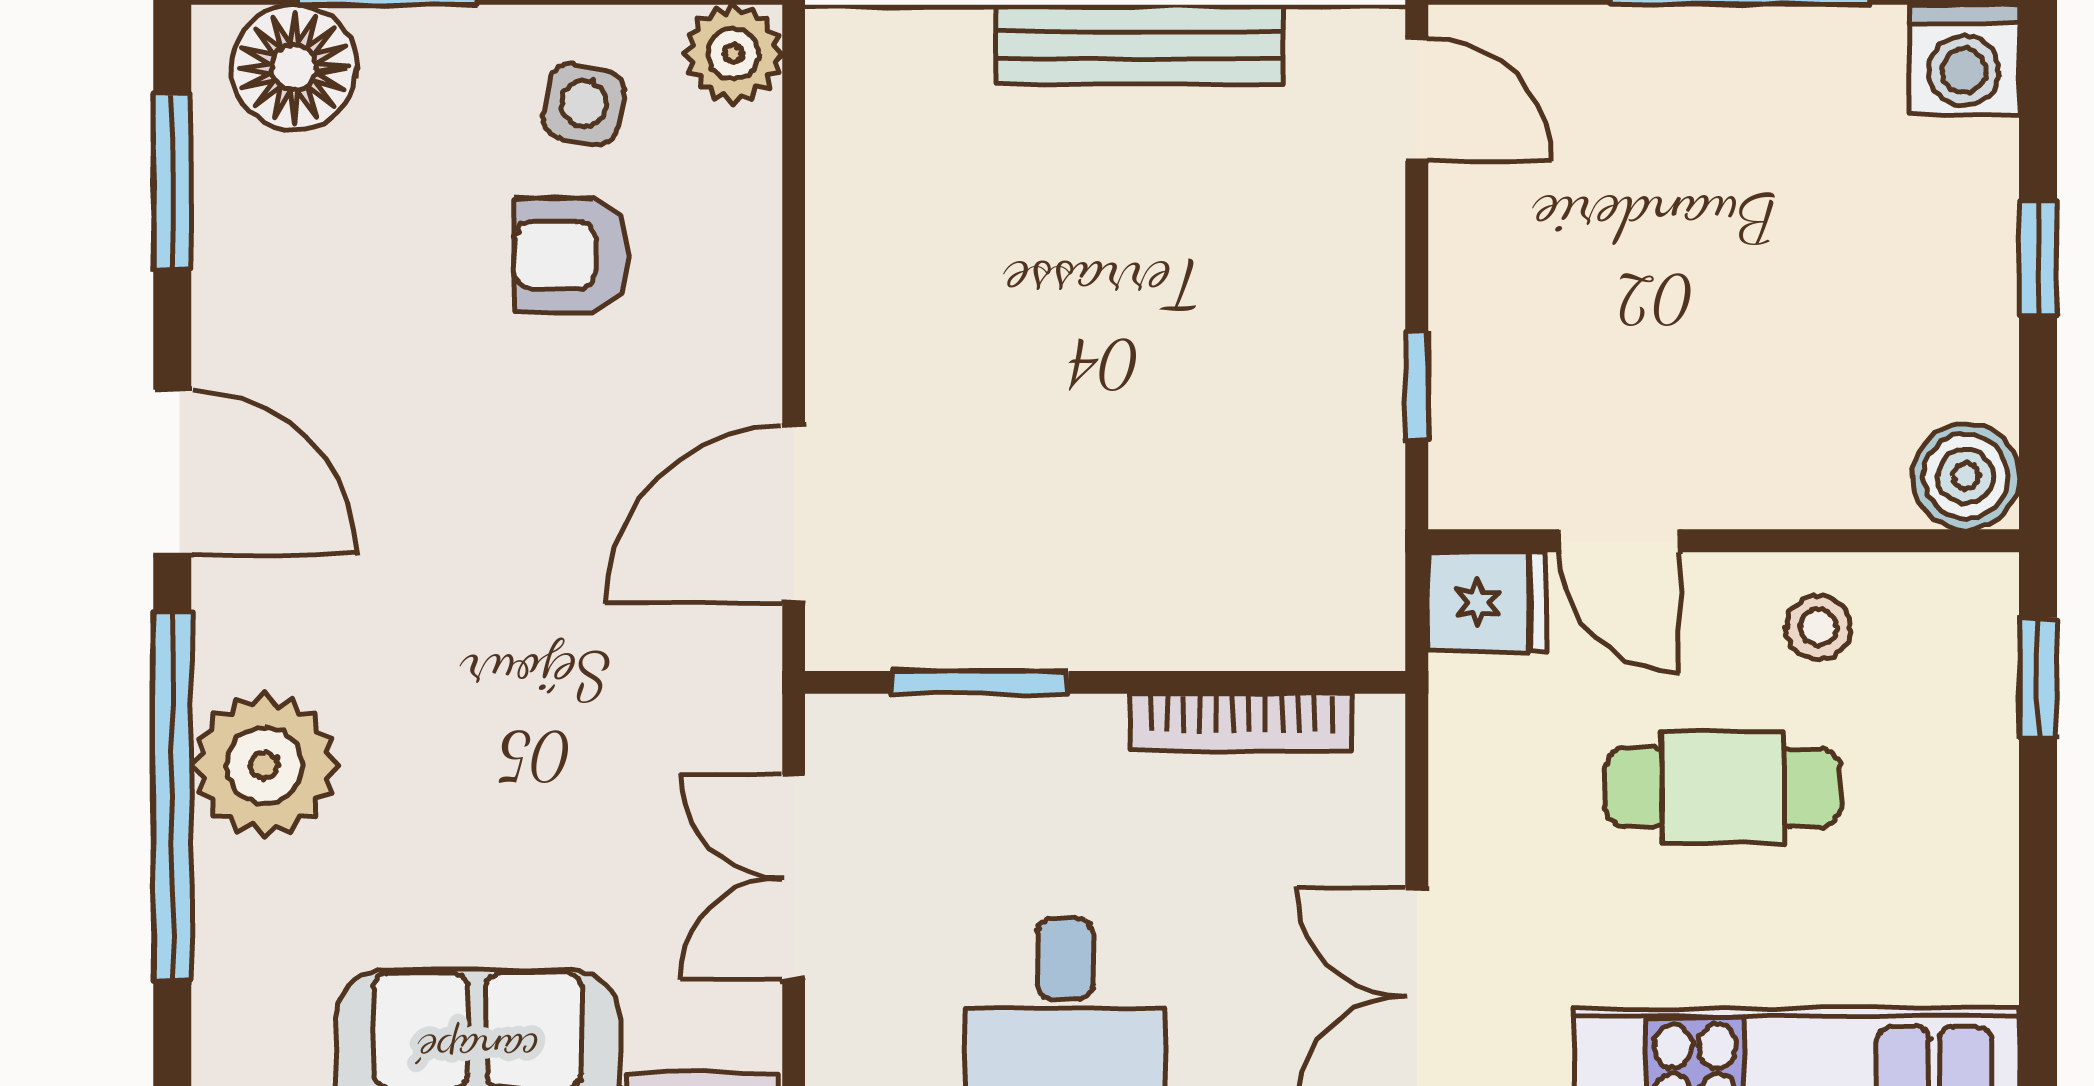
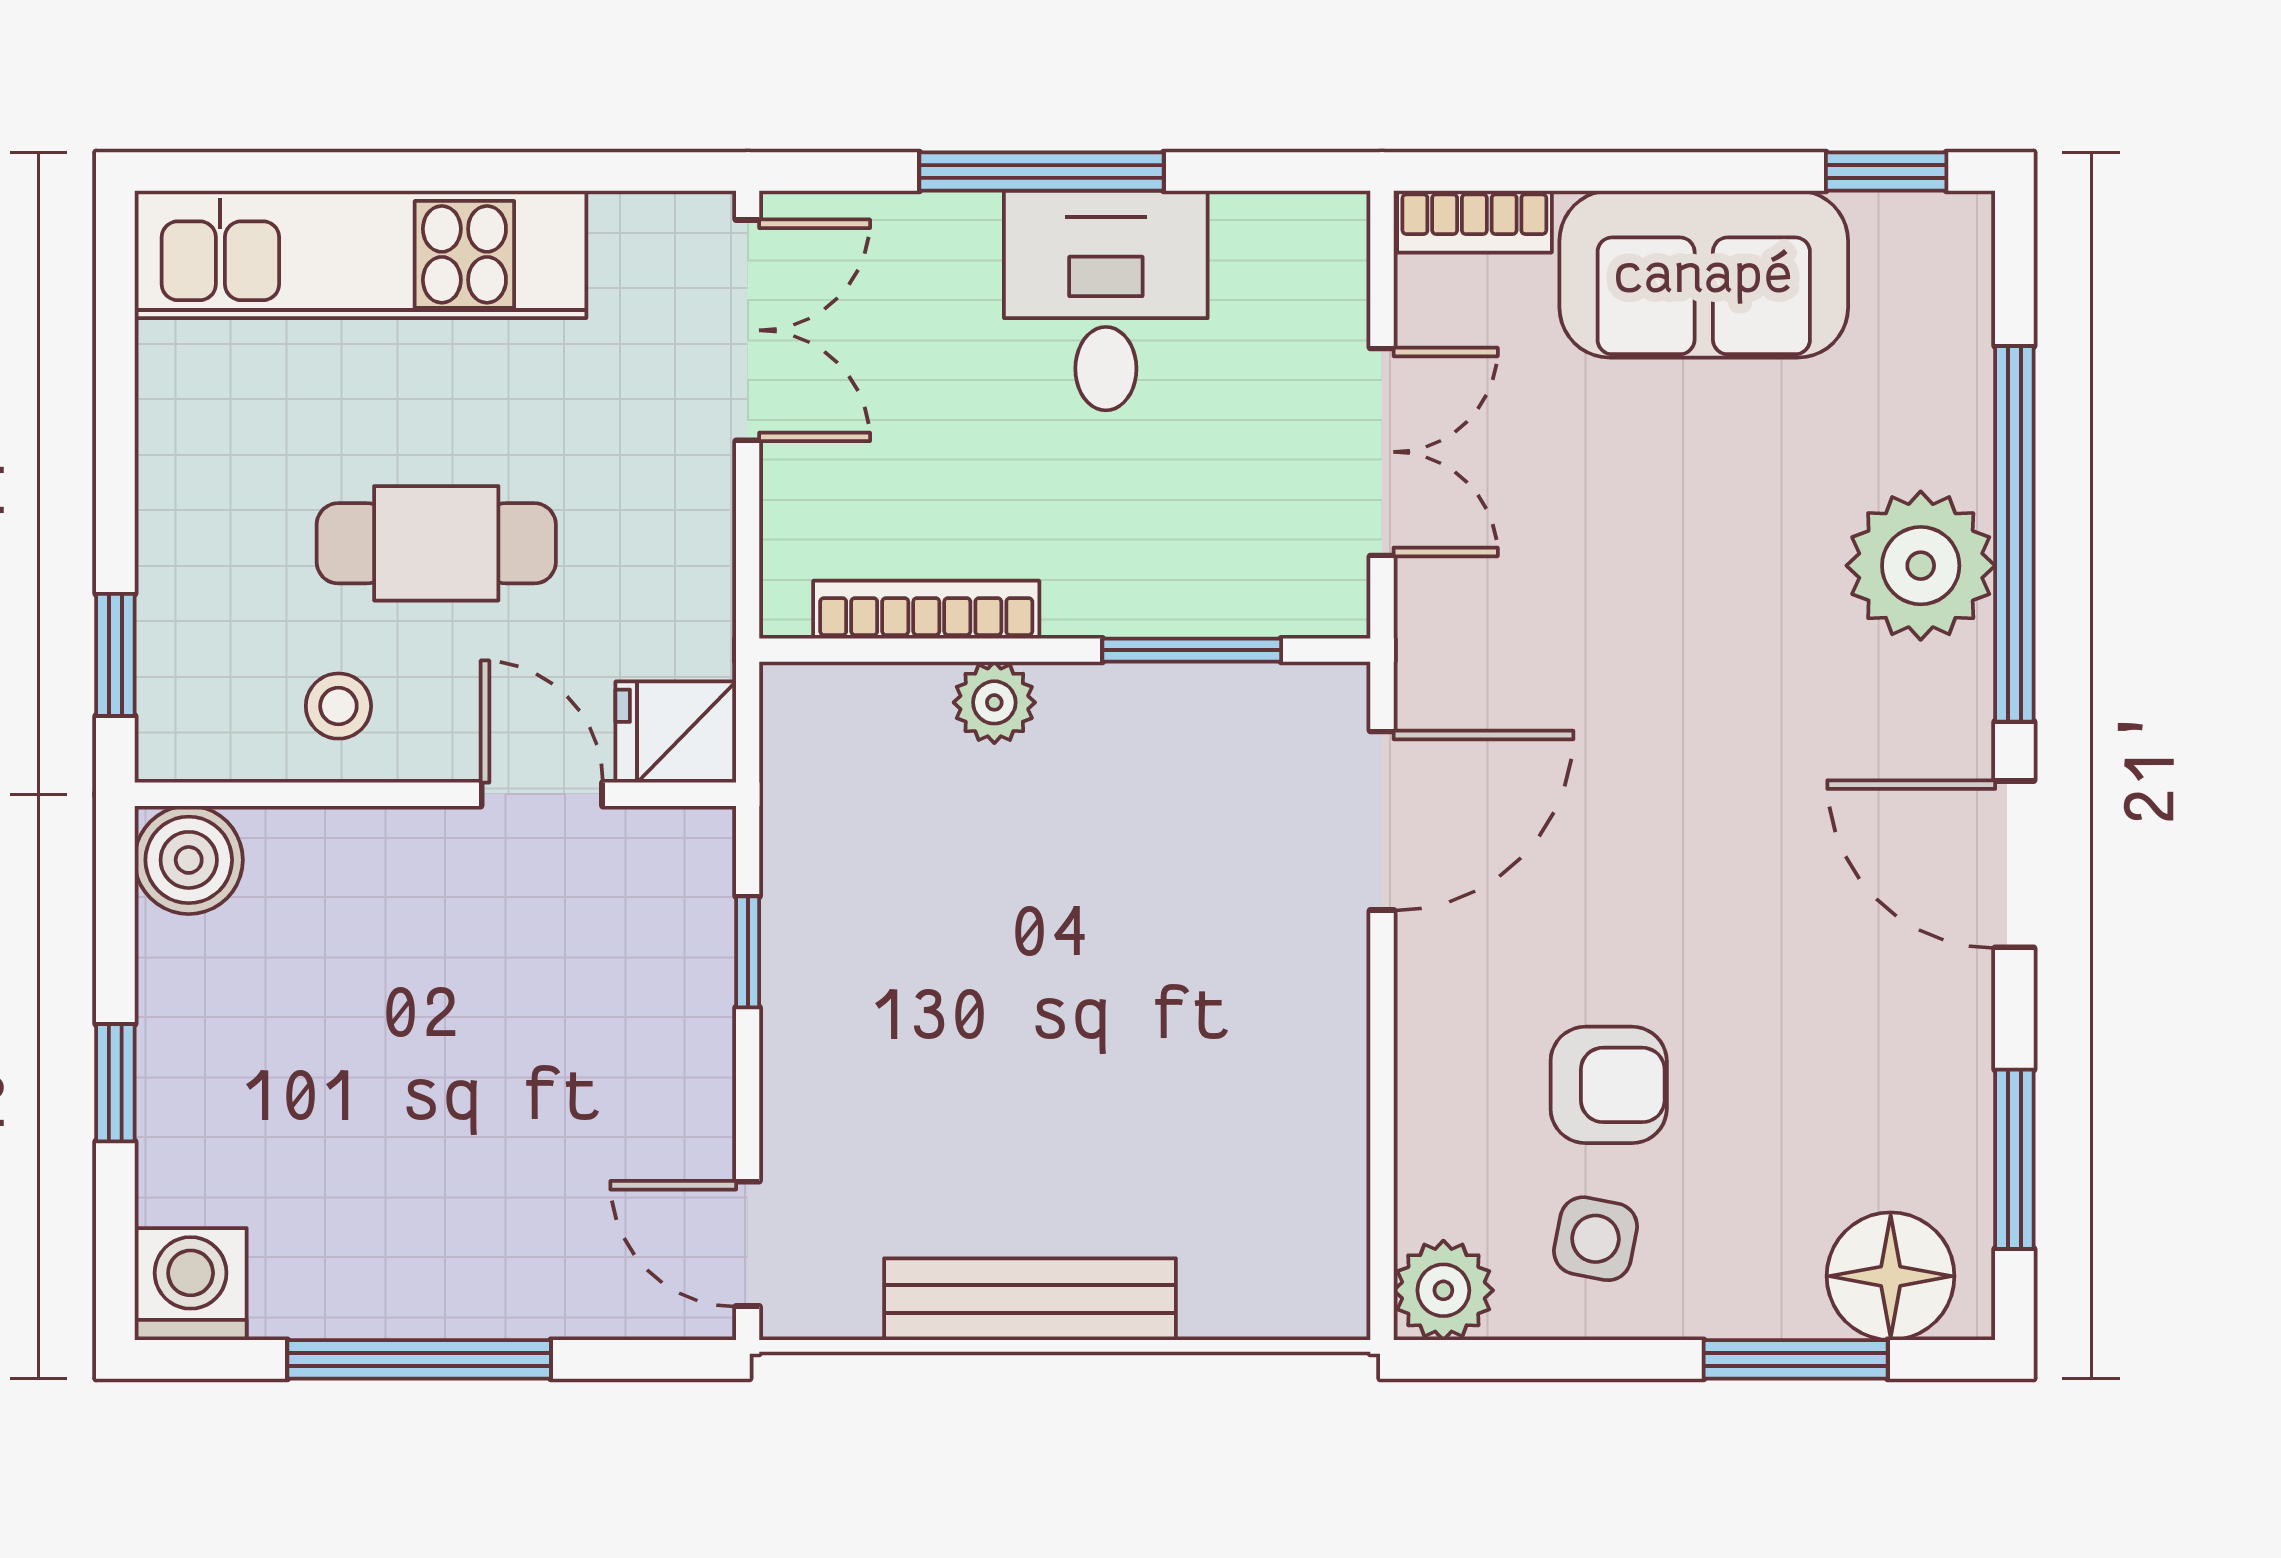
plant: (1174, 631) -> (994, 702), added

